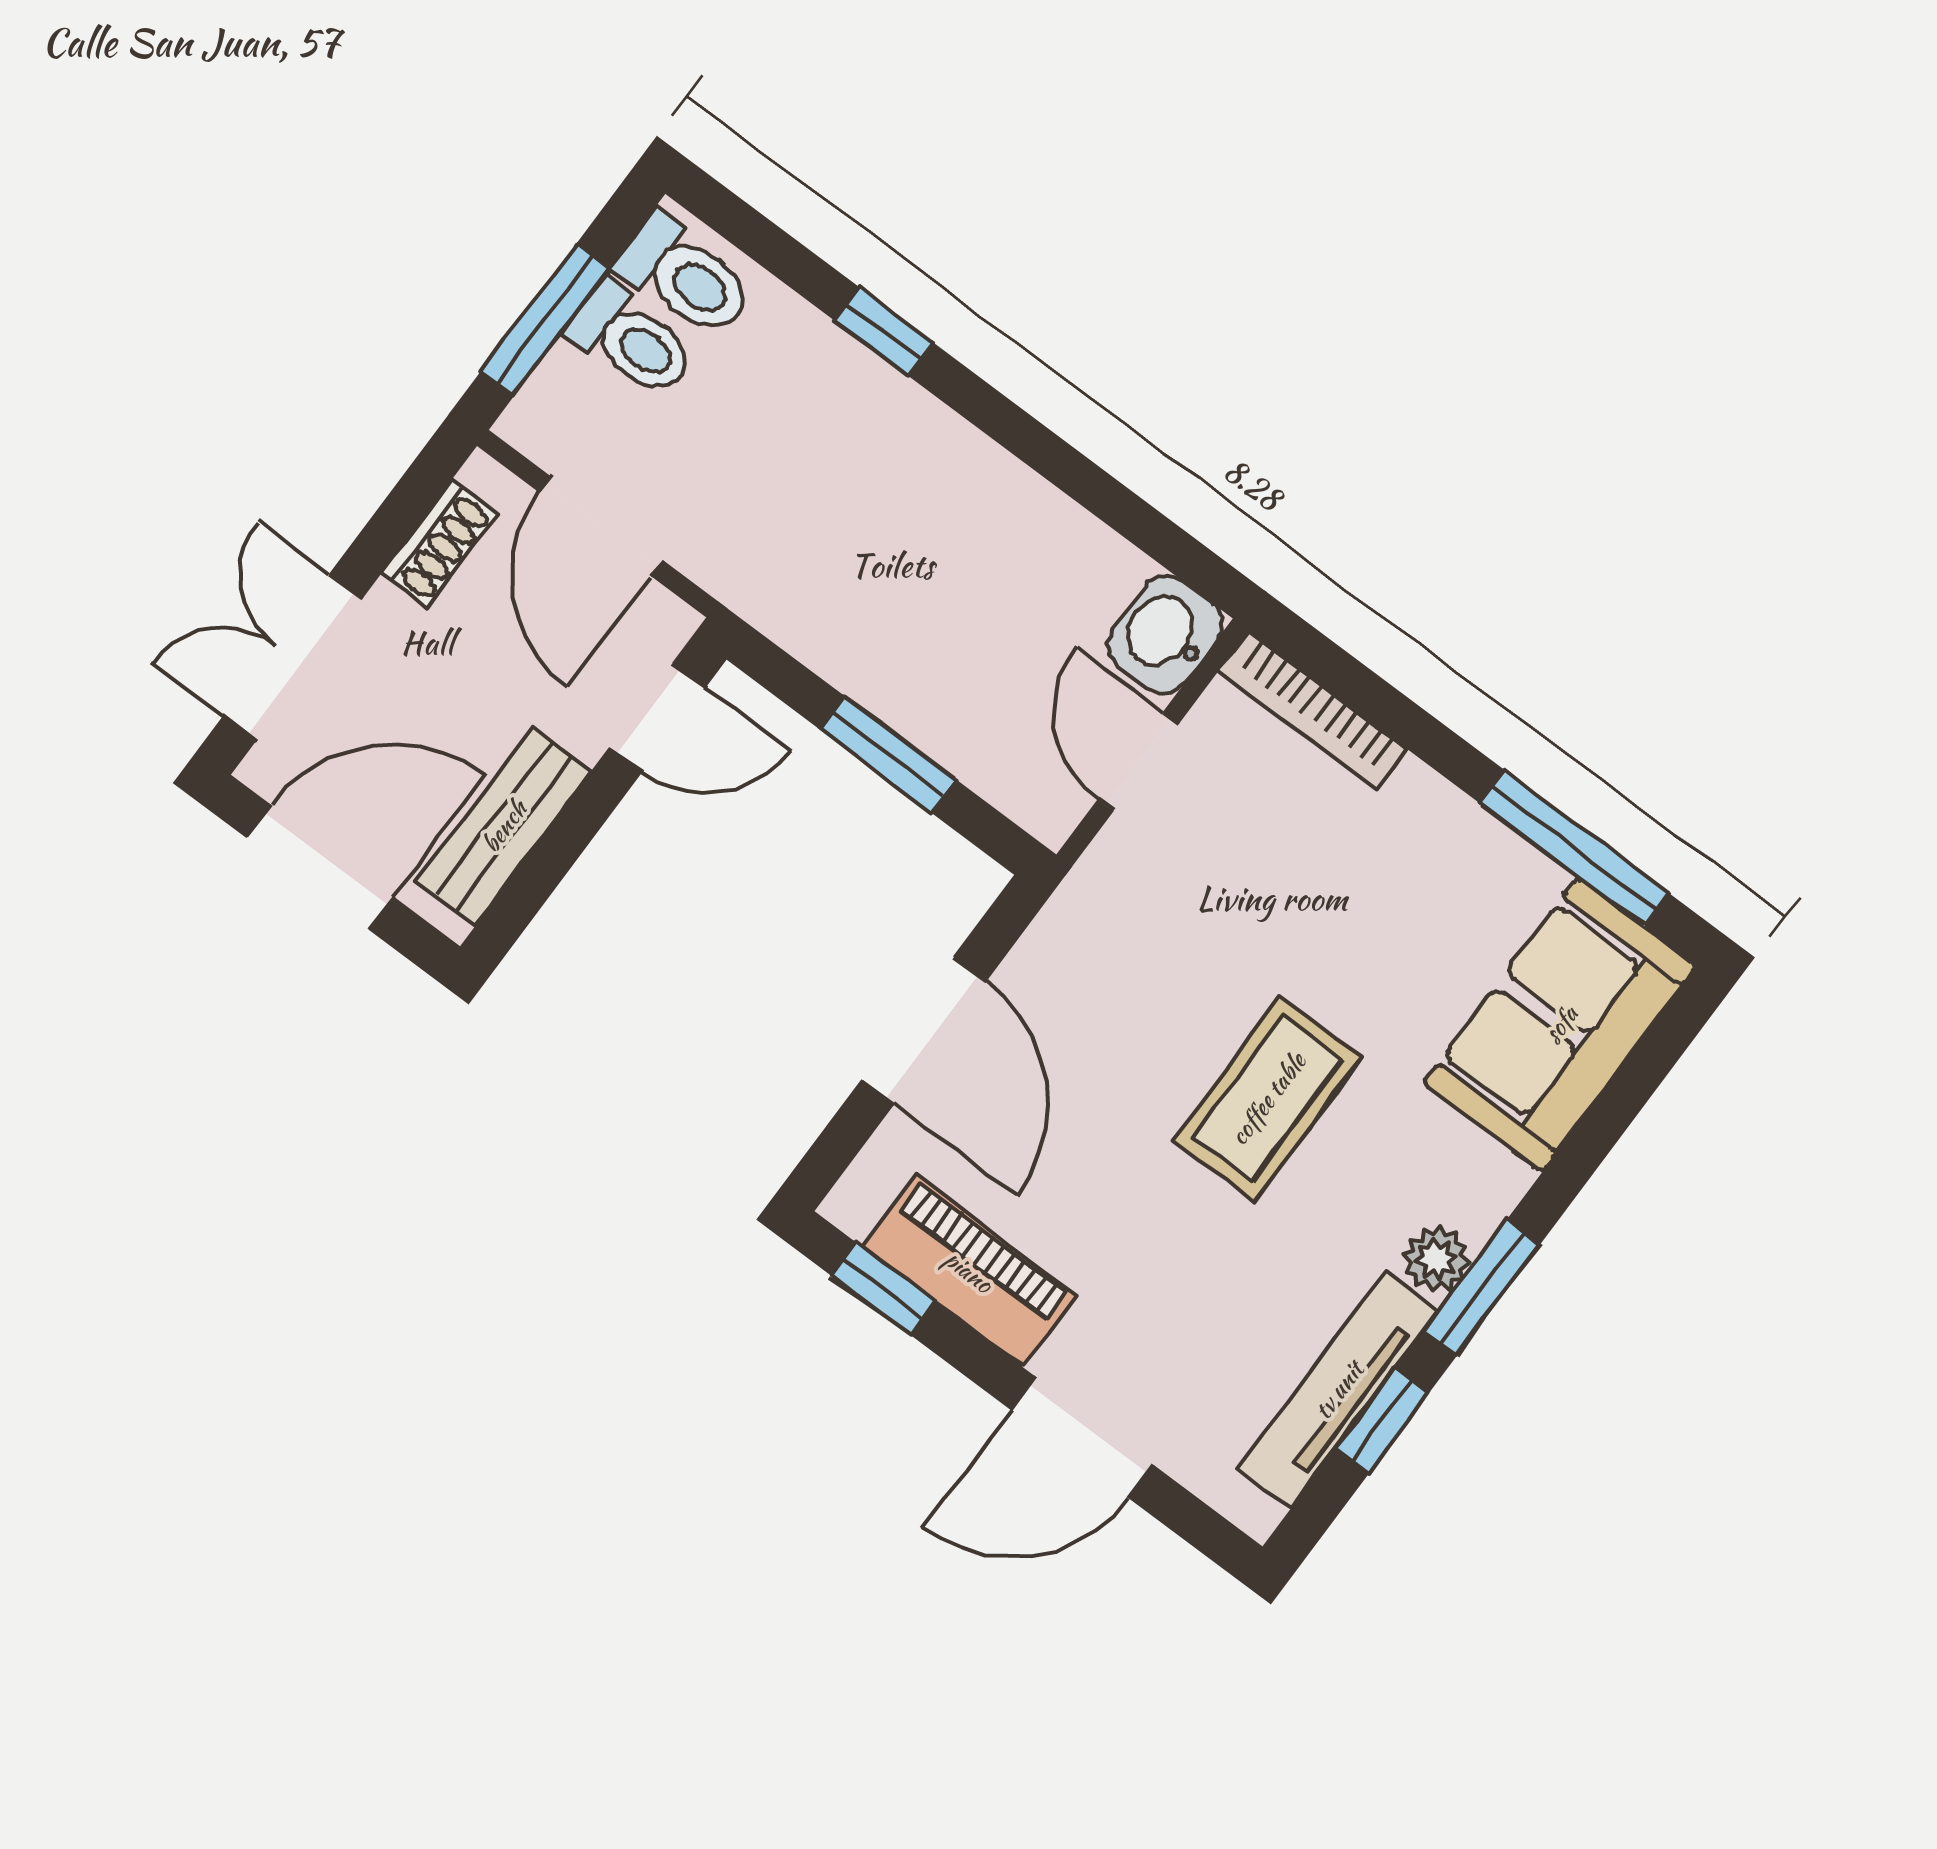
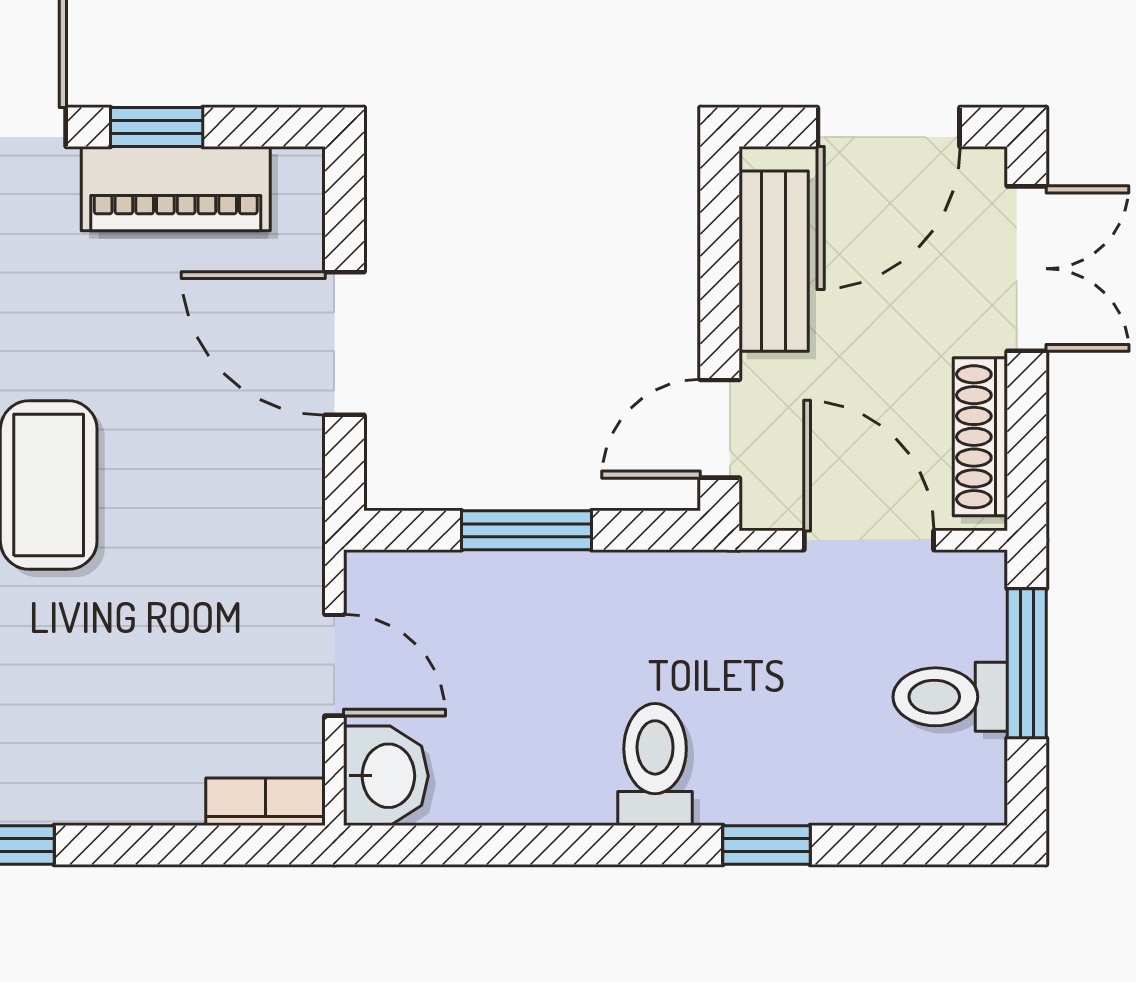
toilet: (685, 276) -> (655, 765), moved, turned 90
shoe rack: (440, 544) -> (980, 437), width x1.43
bookcase: (1313, 710) -> (265, 802), width x0.64
window: (883, 1289) -> (157, 127), moved

